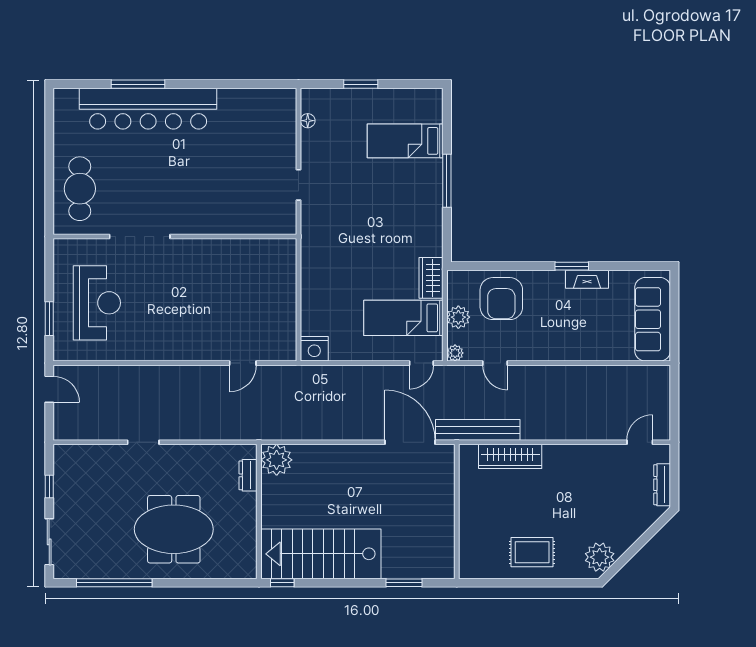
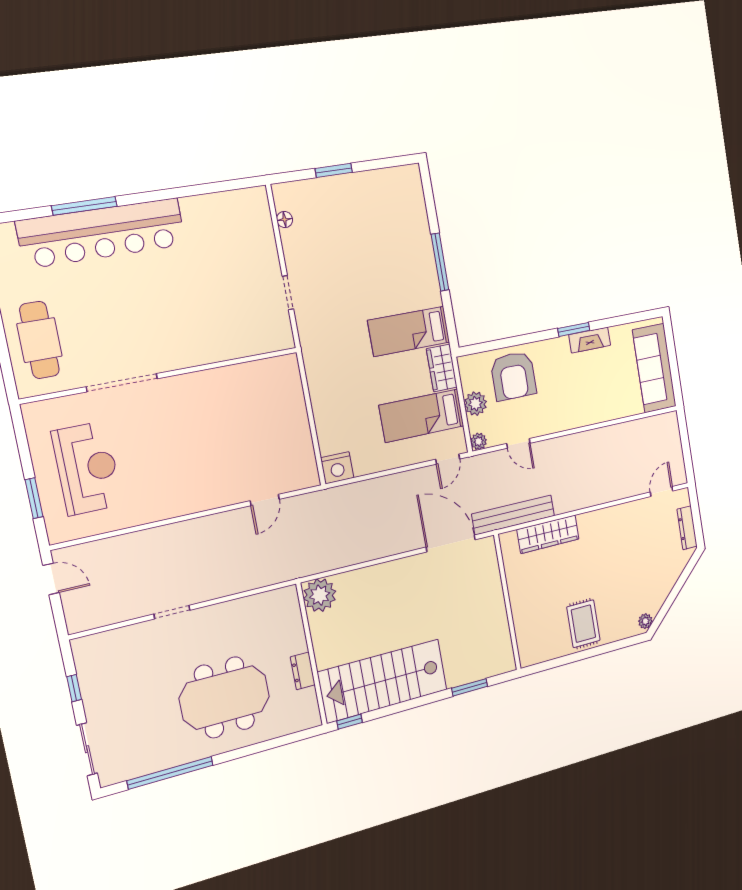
bed: (405, 141) -> (409, 331), moved
dresser: (248, 475) -> (303, 671), moved
rug: (532, 552) -> (583, 624), turned 90
plant: (600, 557) -> (645, 621), width x0.53, depth x0.53

